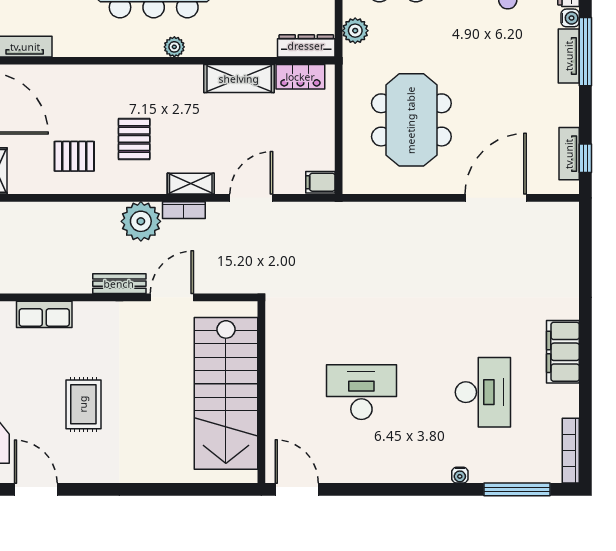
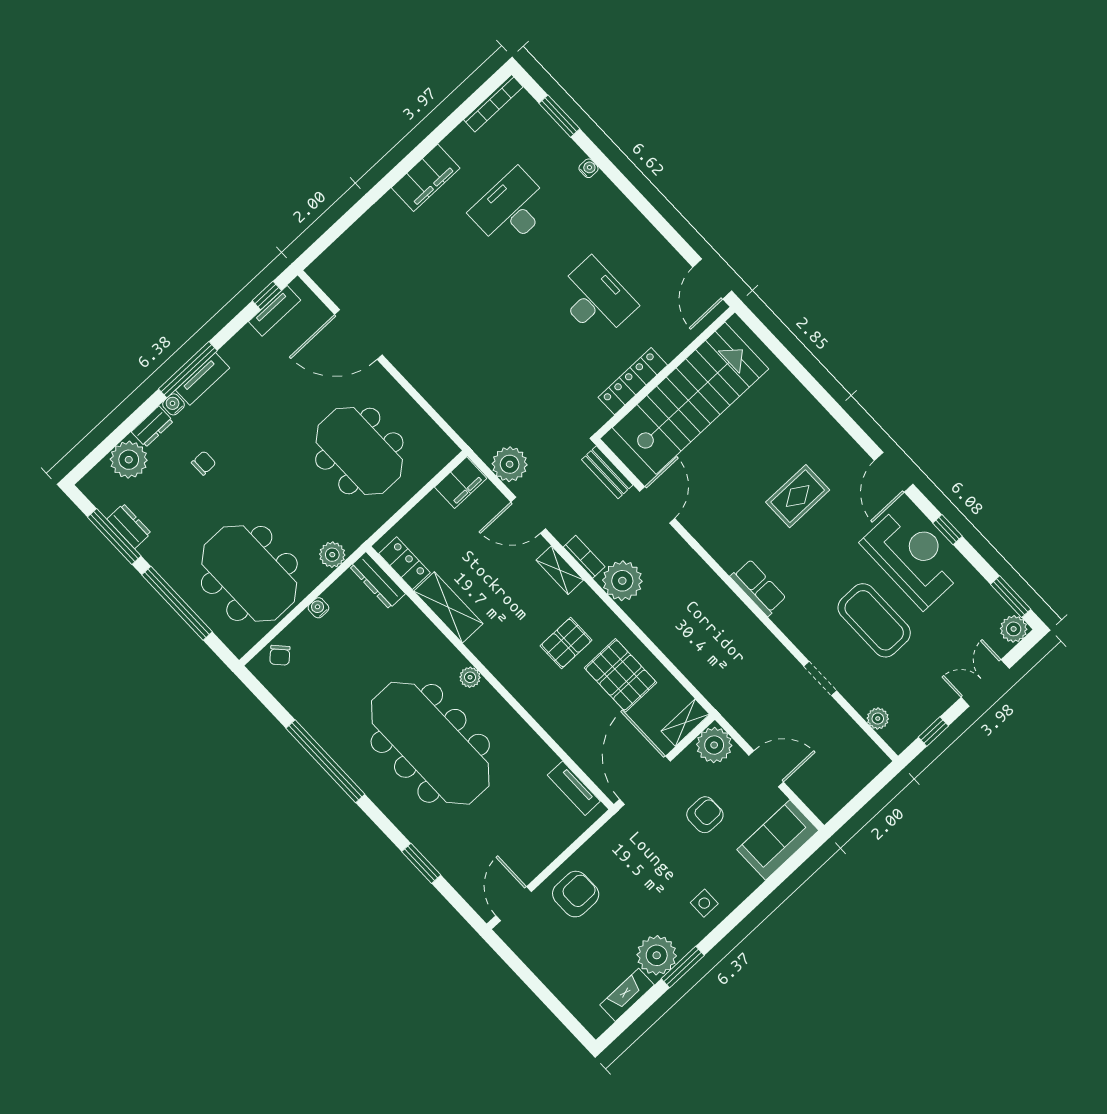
meeting table: (411, 120) -> (359, 451), turned 90
pallet: (74, 156) -> (621, 675), width x1.50, depth x1.42
filing cabinet: (320, 182) -> (461, 483), width x2.00
plant: (301, 219) -> (510, 464), added
bench: (119, 284) -> (607, 472), moved
door: (172, 297) -> (657, 505), swing flipped
locker: (277, 363) -> (633, 381), added
desk: (361, 392) -> (595, 299), turned 180
window: (517, 489) -> (559, 116), width x0.69

